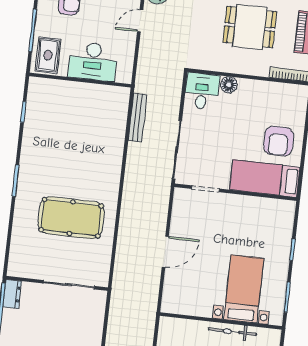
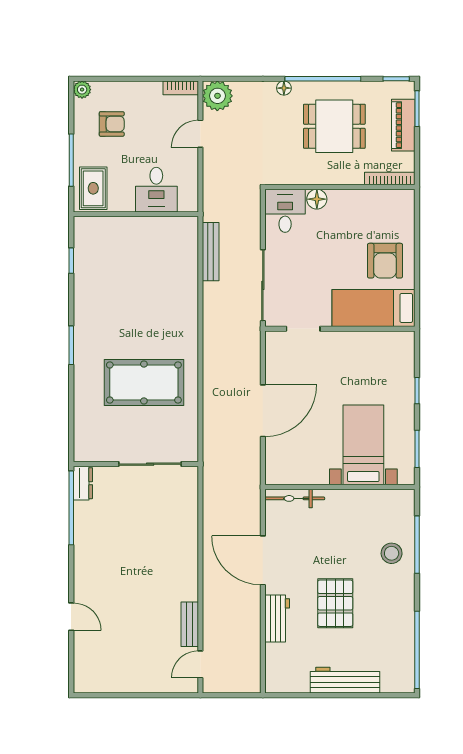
desk: (93, 61) -> (156, 190), width x0.73
door: (165, 252) -> (263, 411), width x1.36
bicycle: (232, 332) -> (295, 498), moved

